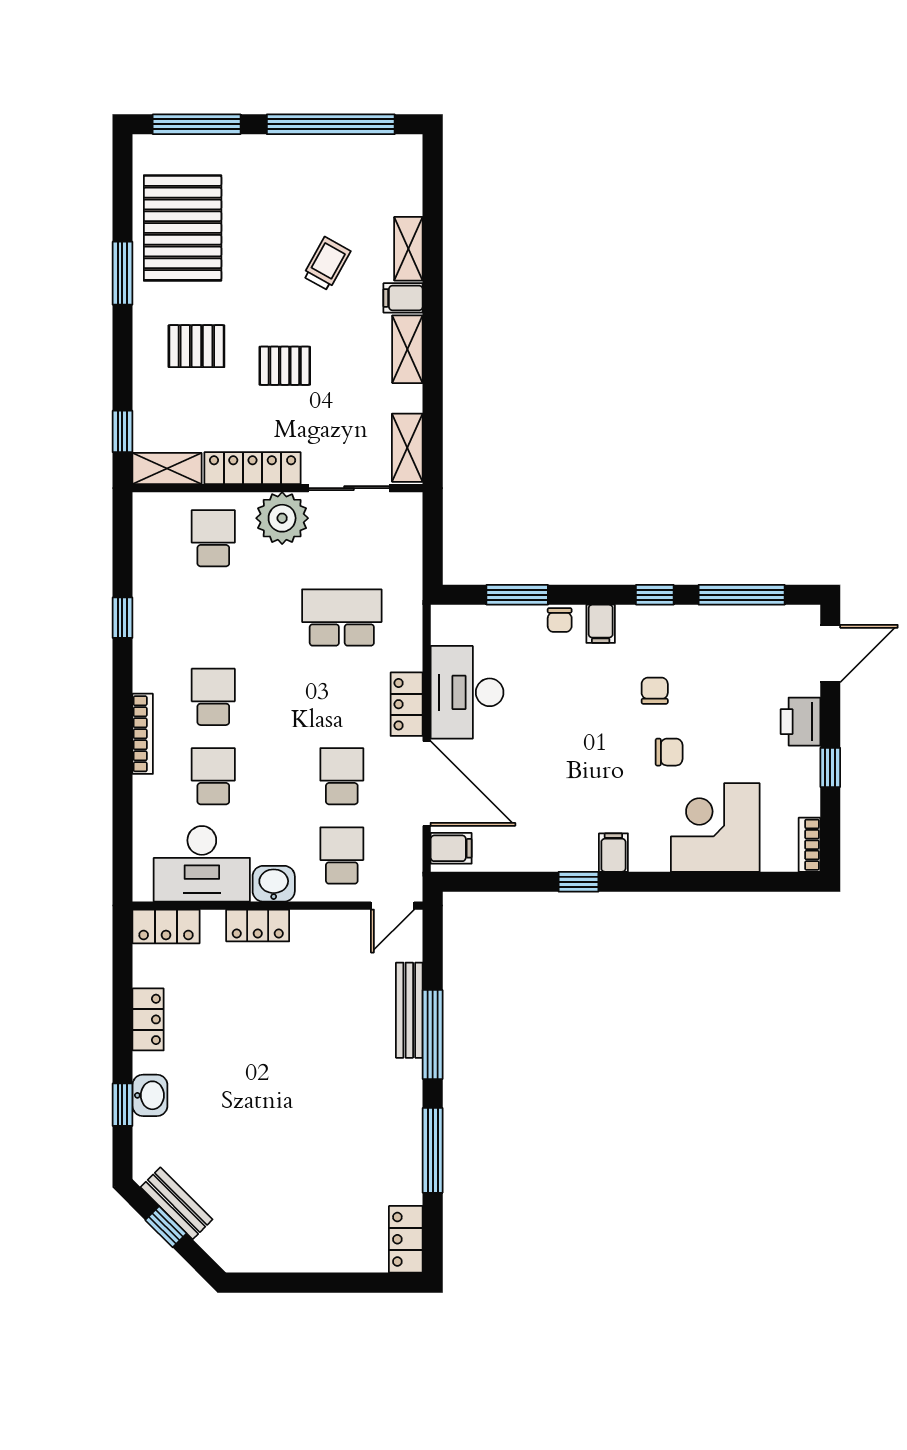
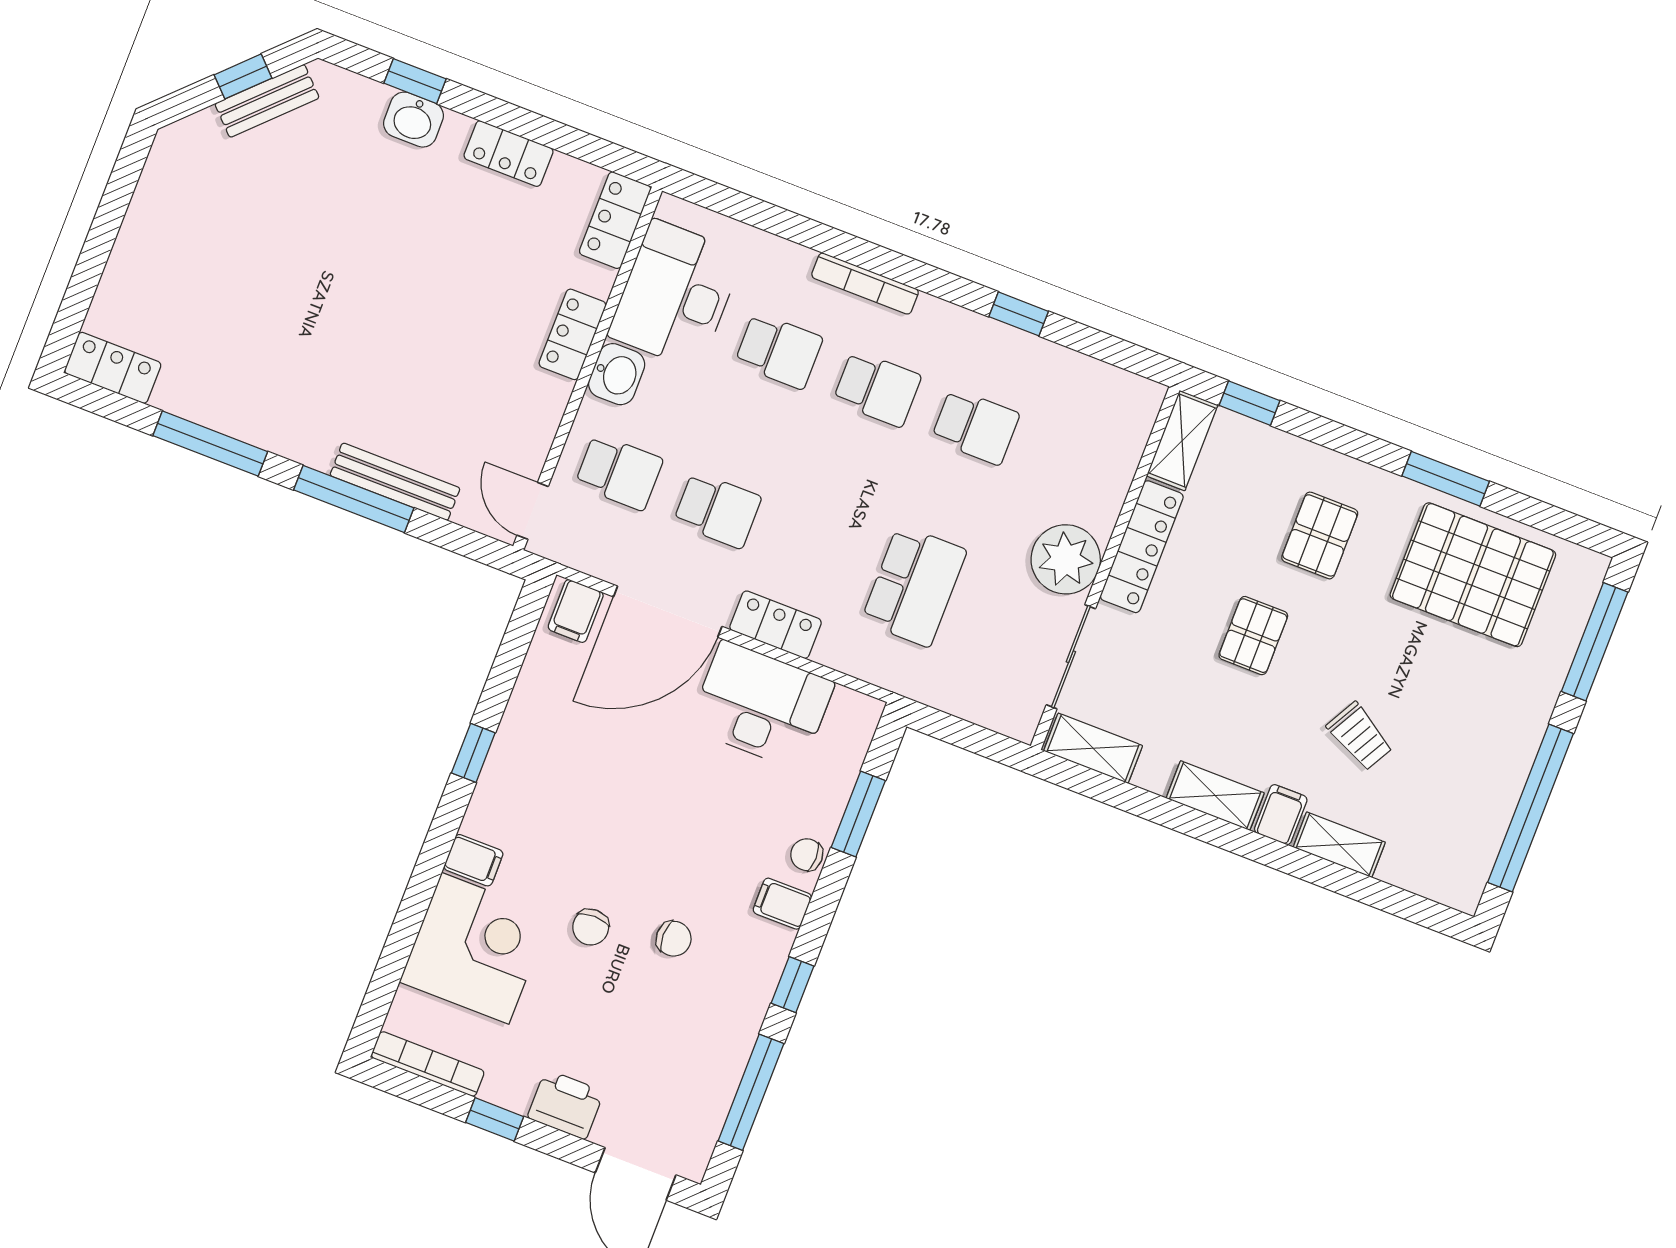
school desk: (213, 538) -> (975, 427), moved
bookcase: (809, 845) -> (428, 1064), width x1.56
filing cabinet: (613, 853) -> (473, 860), moved

